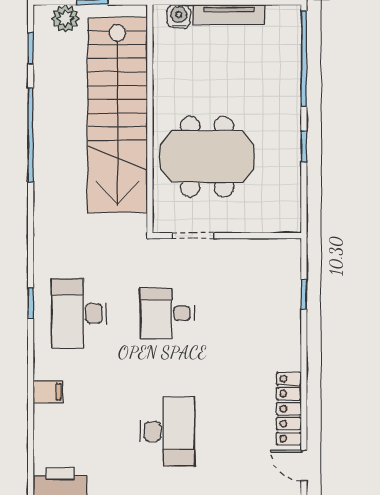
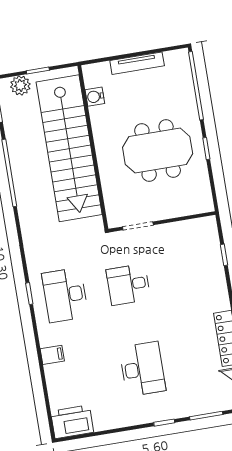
water cooler: (179, 16) -> (95, 97), moved, turned -90
meeting table: (207, 157) -> (158, 151), moved

